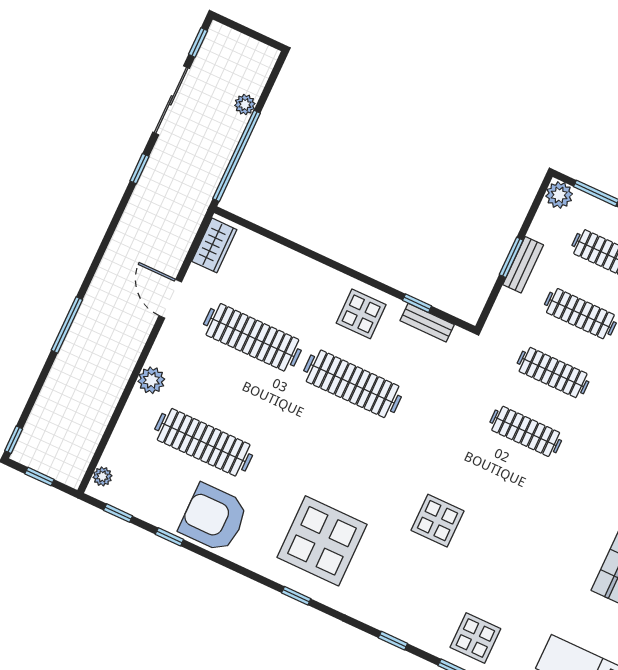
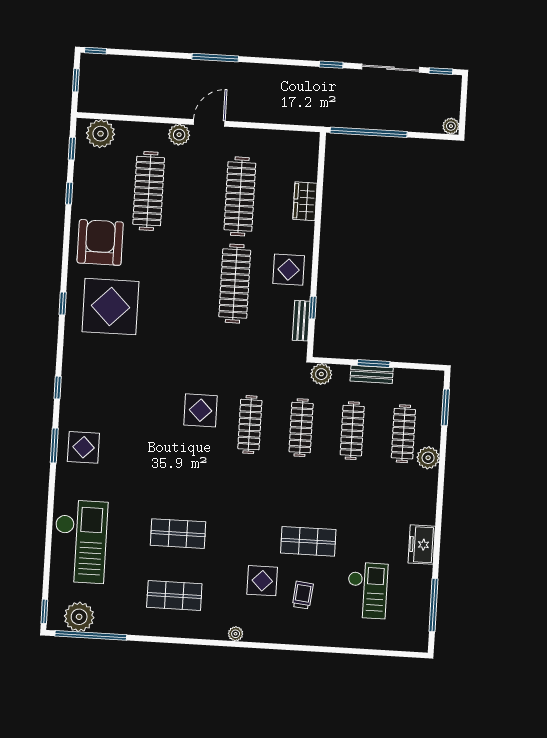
plant: (245, 105) -> (451, 126), moved
plant: (559, 195) -> (321, 374), moved
wardrobe: (214, 245) -> (305, 201), moved, turned 90
door: (170, 299) -> (209, 123), moved
window: (67, 325) -> (215, 58), moved
plant: (102, 476) -> (101, 134), width x1.87, depth x1.87
armchair: (214, 518) -> (100, 242), moved
display table: (437, 521) -> (201, 410), moved

